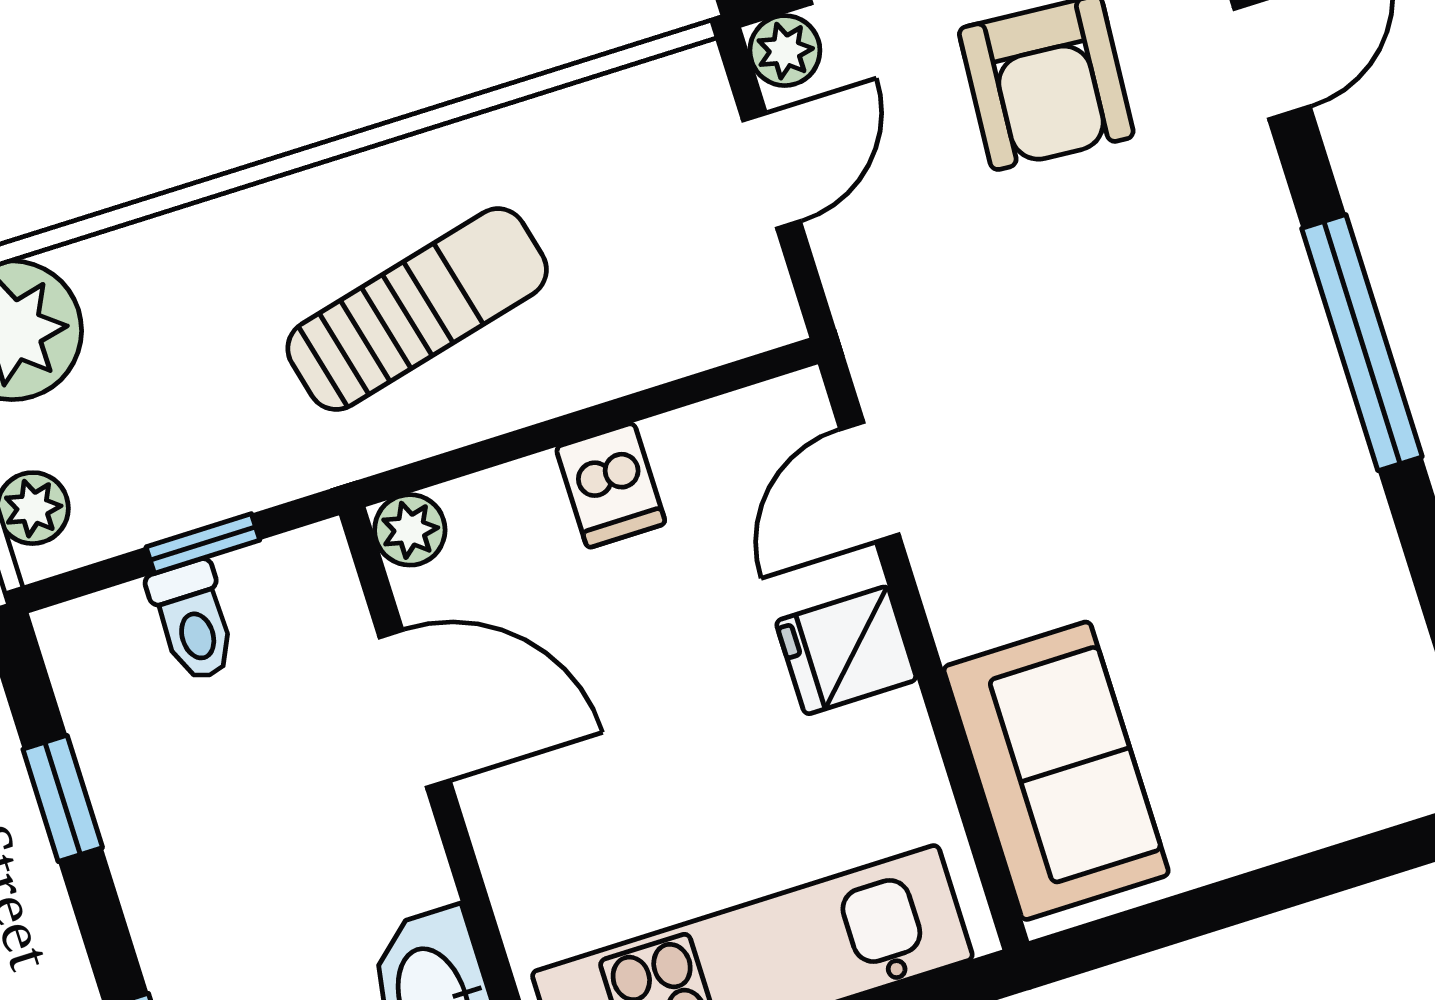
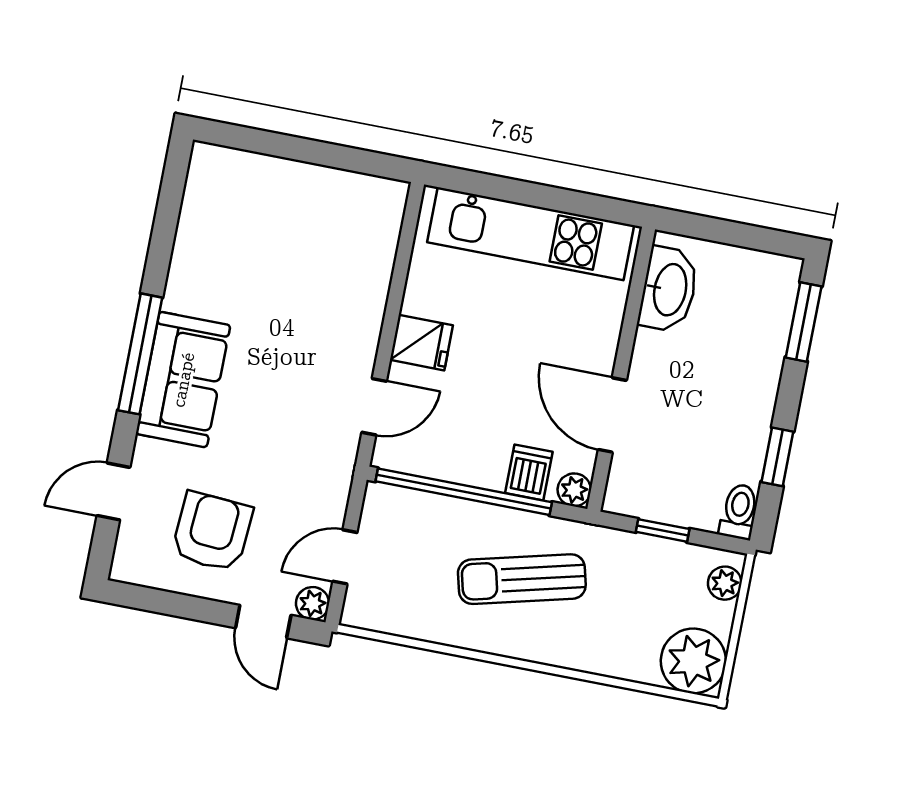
window: (615, 414) -> (464, 492), added
dishwasher: (611, 485) -> (529, 472), moved
toilet: (193, 621) -> (739, 512), moved
sofa: (1056, 771) -> (183, 380), moved, turned 180

